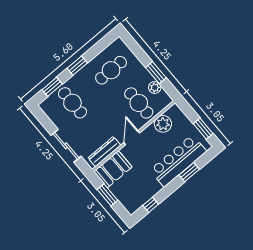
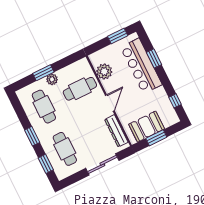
window: (156, 73) -> (43, 73), moved
plant: (155, 88) -> (52, 79), moved
cafe table: (72, 103) -> (65, 149), turned 90
door: (132, 138) -> (110, 103), swing flipped
booth: (113, 169) -> (147, 127), moved, turned 90

